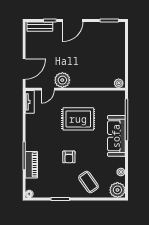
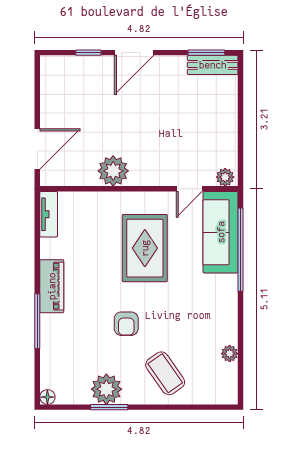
bench: (40, 27) -> (213, 65), moved
door: (48, 89) -> (189, 189), moved
rug: (78, 119) -> (145, 248), turned 90
sofa: (116, 136) -> (221, 232), moved
piano: (31, 165) -> (52, 286), moved
plant: (117, 190) -> (106, 389), moved

